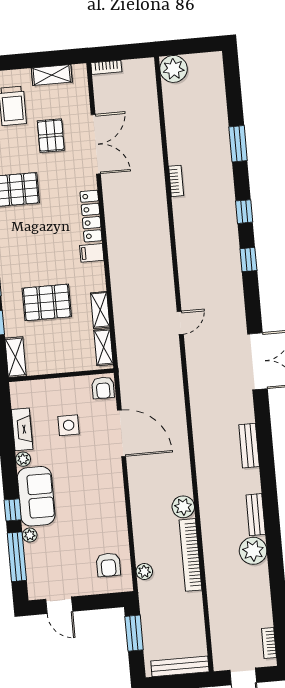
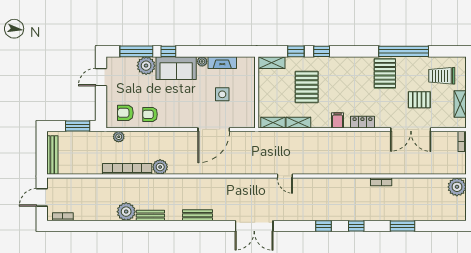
locker: (91, 216) -> (362, 122), width x0.66
armchair: (103, 388) -> (150, 114), moved
plant: (30, 535) -> (146, 66), width x1.88, depth x1.88

